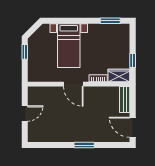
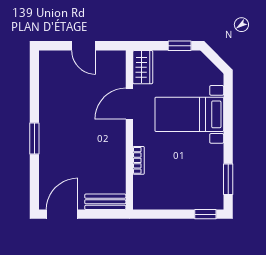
window: (133, 61) -> (205, 214), moved
wardrobe: (119, 75) -> (143, 67), moved
door: (73, 84) -> (129, 104), moved

